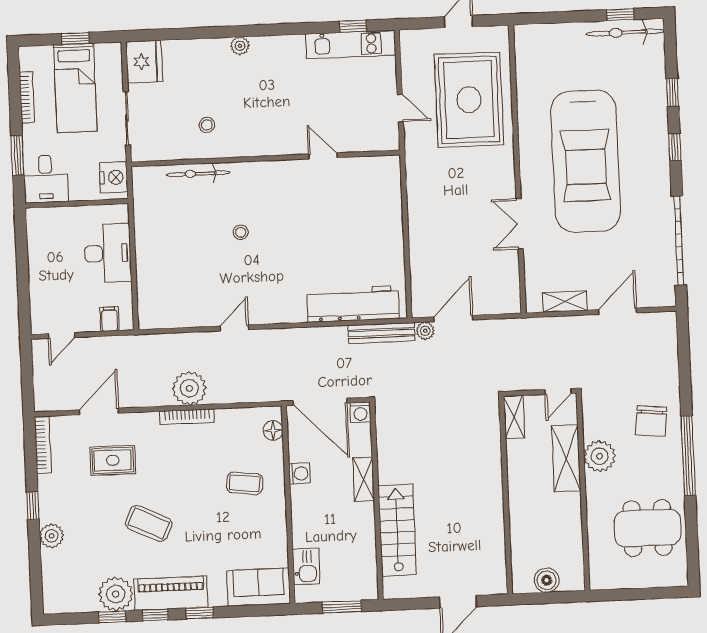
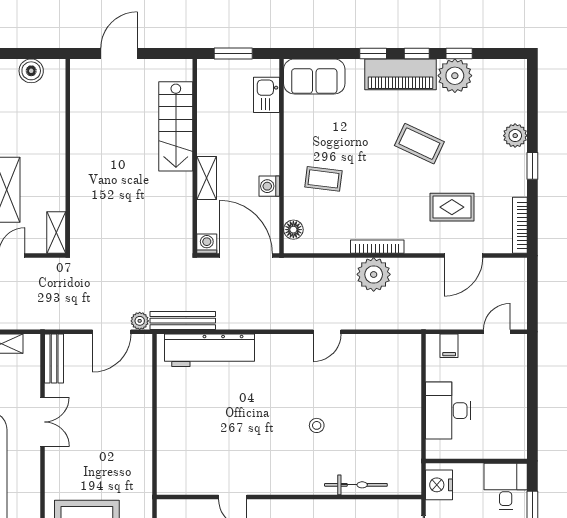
bench: (511, 289) -> (54, 358), added

